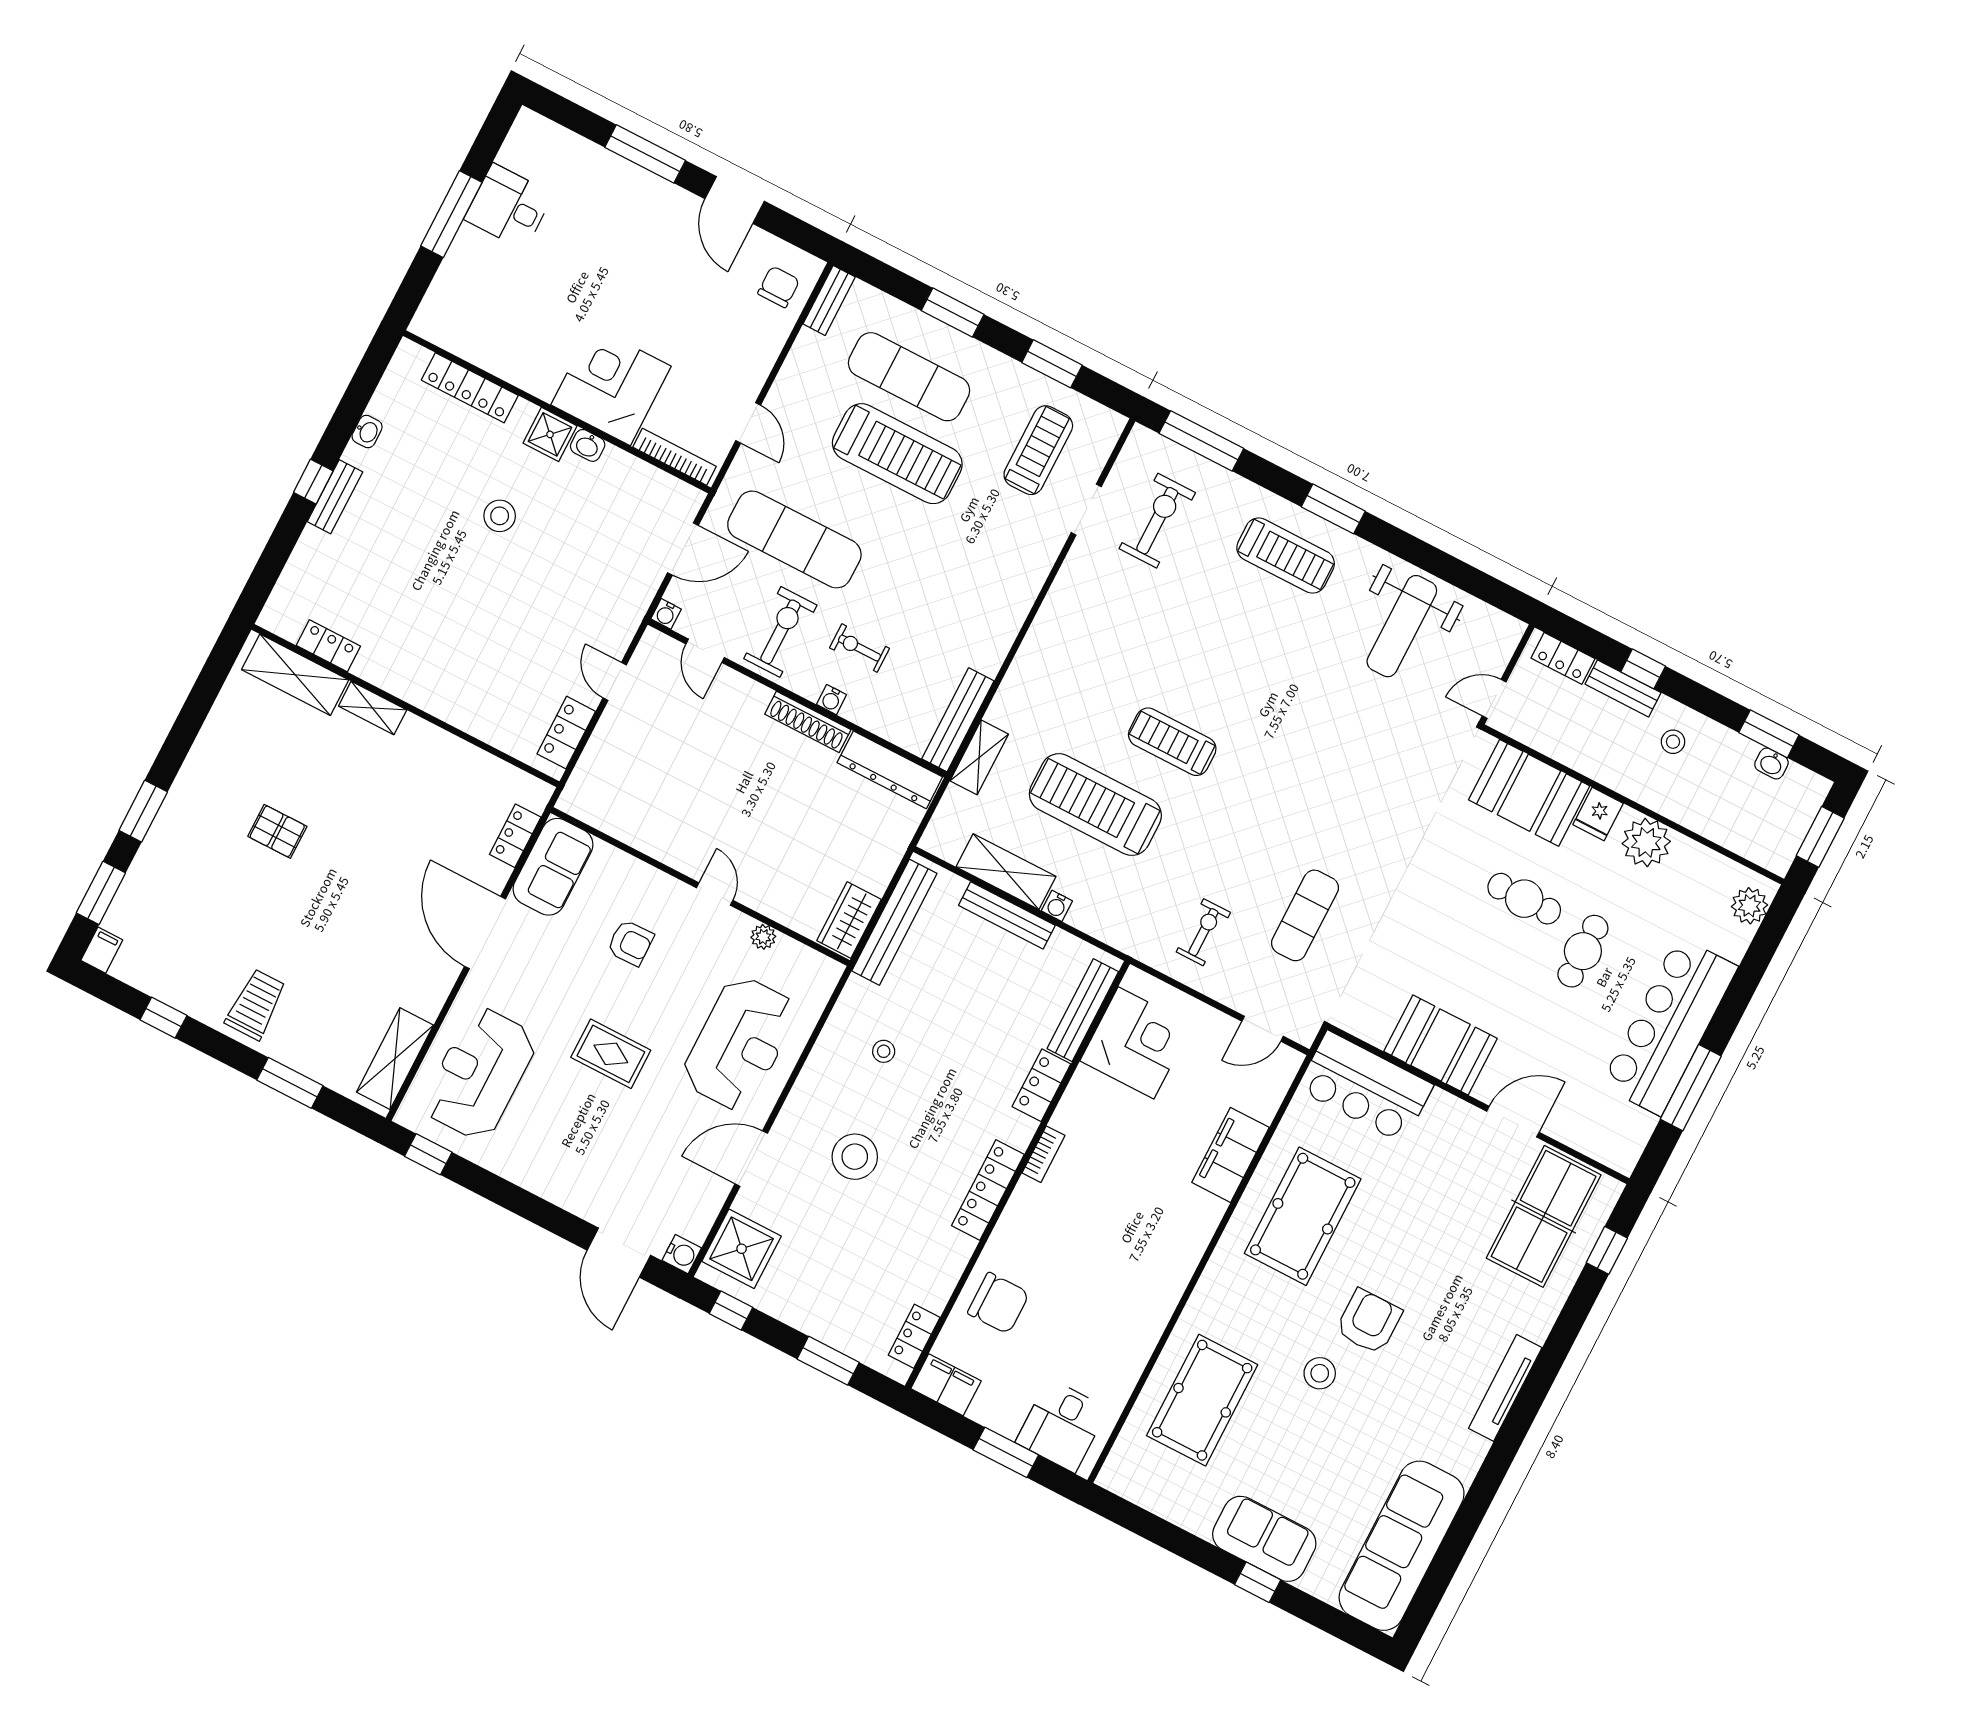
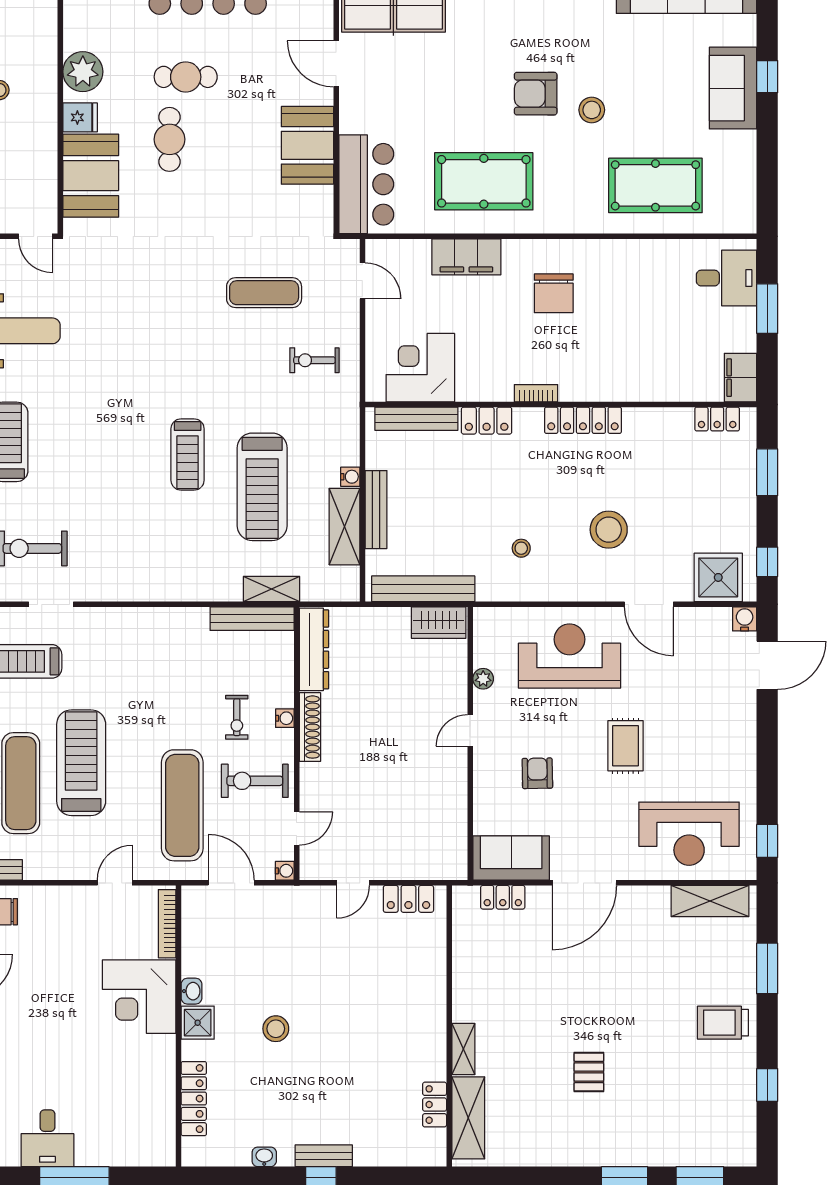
filing cabinet: (102, 950) -> (741, 1155), removed
chair: (998, 1303) -> (554, 293), moved, turned 180

